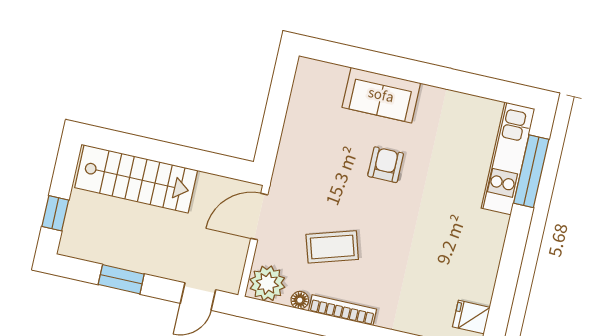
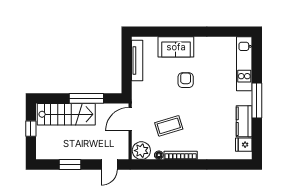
tv unit: (299, 105) -> (137, 61), added
window: (183, 156) -> (86, 98), added
window: (531, 171) -> (257, 100), moved
window: (55, 213) -> (31, 129), moved
kitchen counter: (482, 271) -> (244, 121), added

